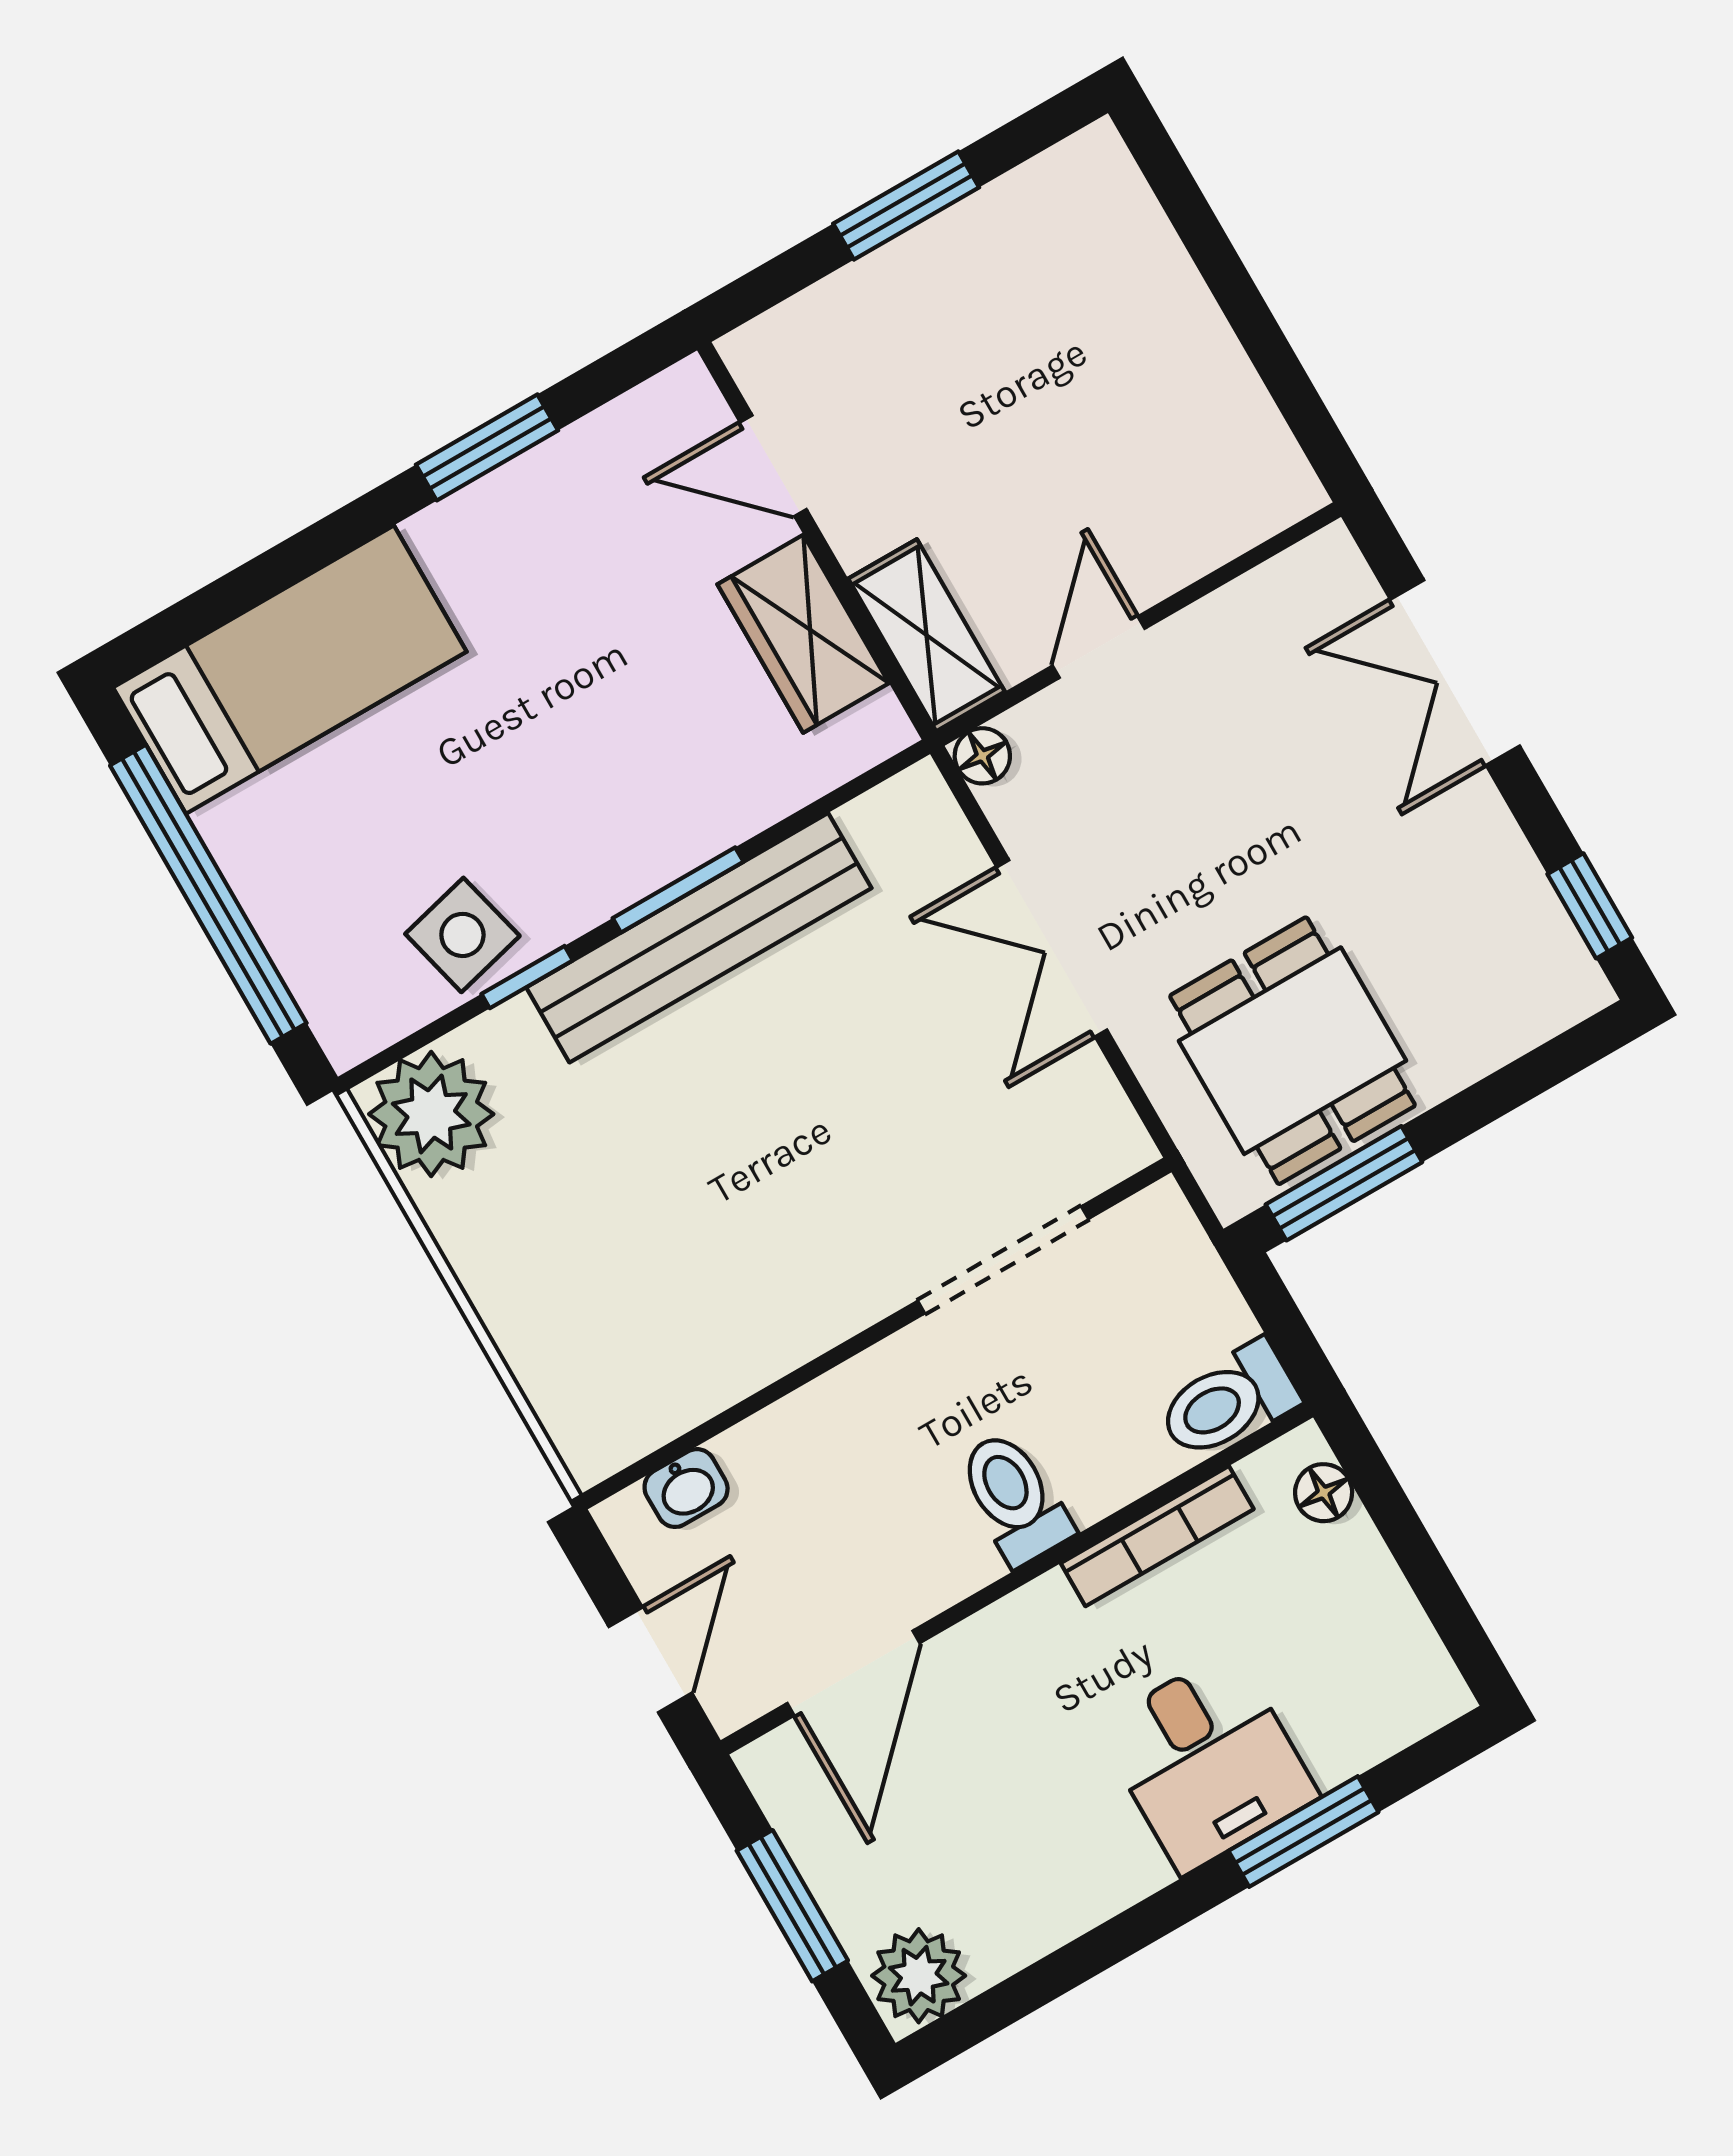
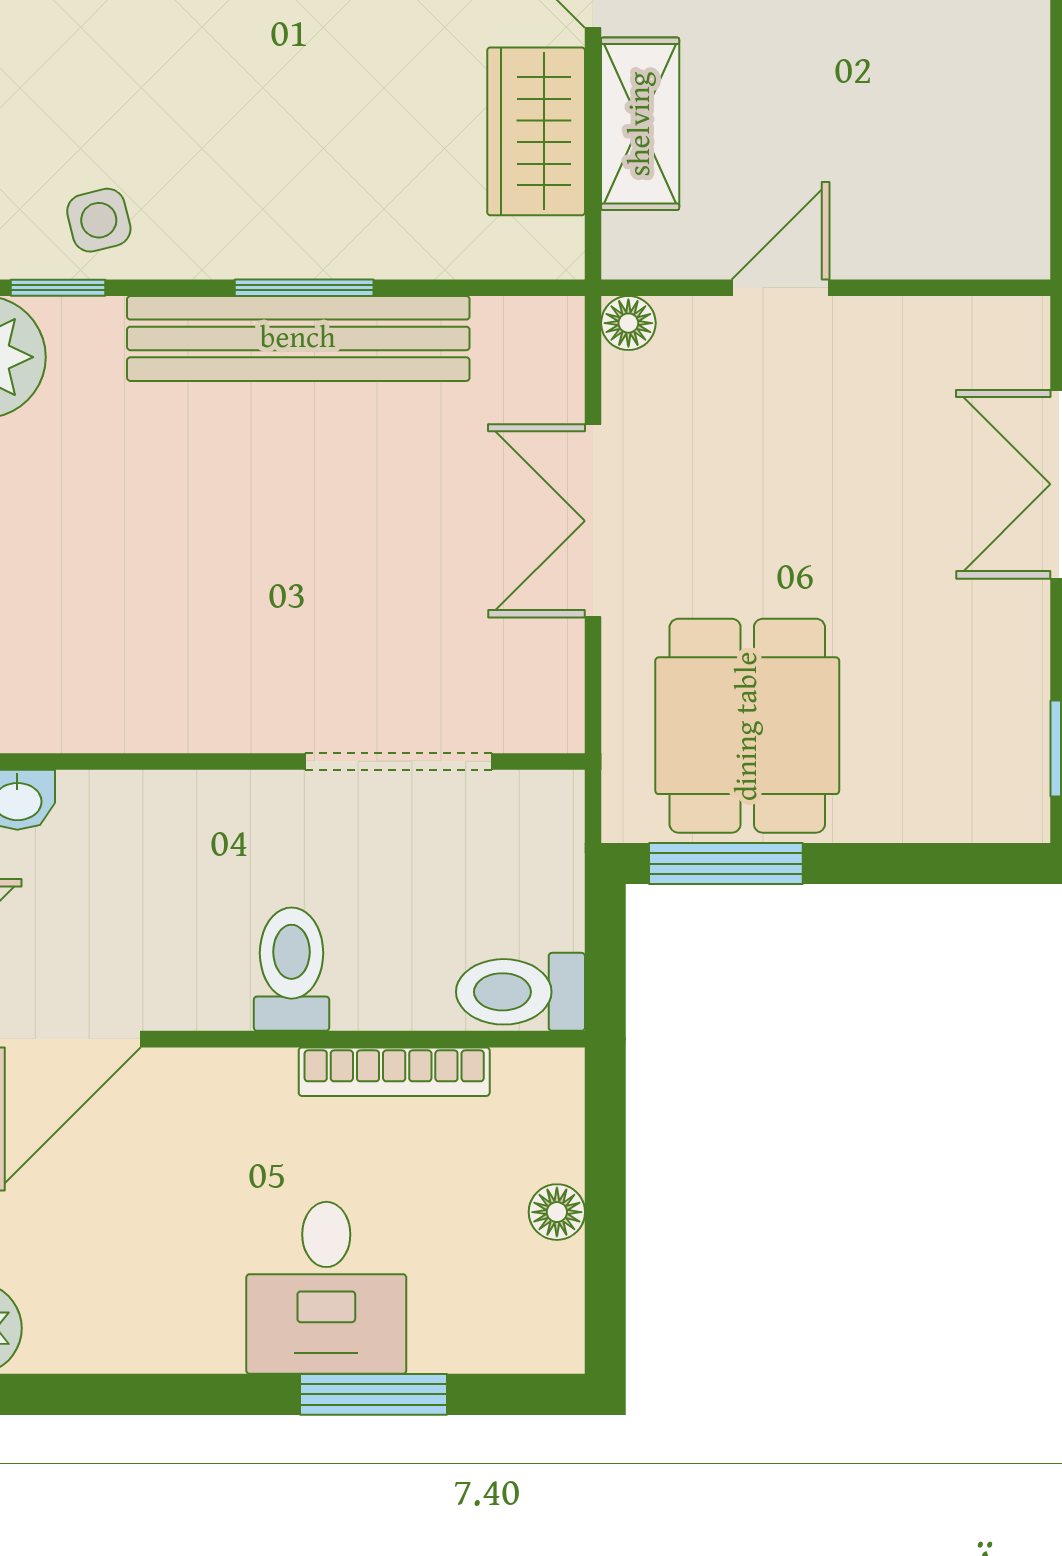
shelving: (926, 635) -> (640, 124), moved
side table: (462, 935) -> (99, 220), width x0.73, depth x0.73
window: (527, 977) -> (58, 288), moved
floor lamp: (1324, 1493) -> (557, 1212), moved

